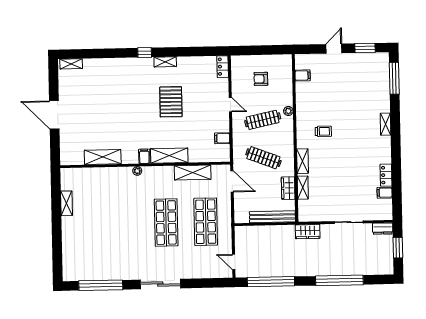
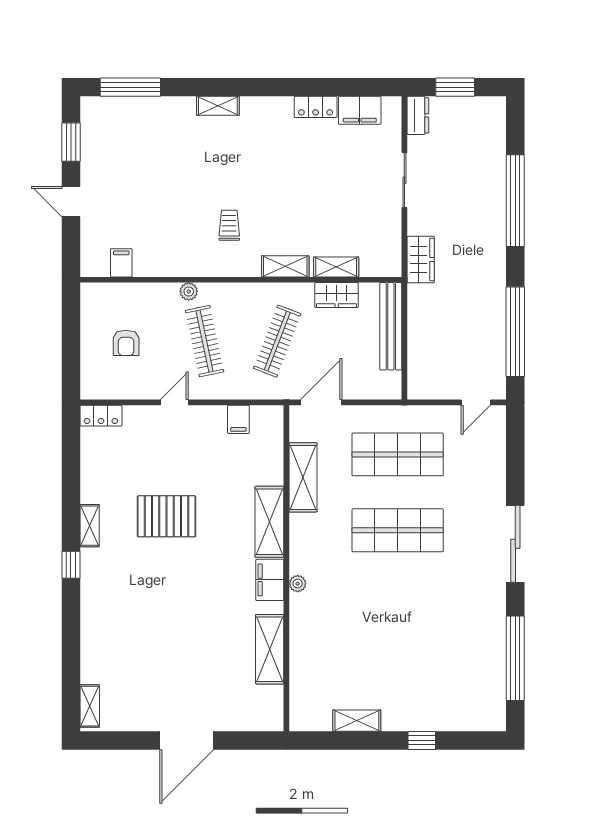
filing cabinet: (144, 156) -> (270, 580), width x2.00
filing cabinet: (385, 193) -> (360, 110), width x2.00
window: (57, 237) -> (422, 740), added

